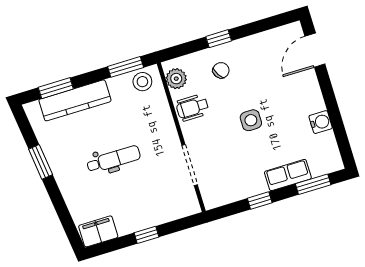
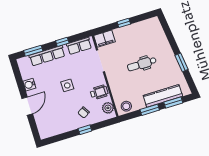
door: (315, 50) -> (27, 106), moved
window: (126, 67) -> (150, 110), moved
row of seats: (288, 175) -> (47, 56), width x1.48
row of seats: (229, 193) -> (79, 46), added
filing cabinet: (98, 231) -> (105, 39), moved

